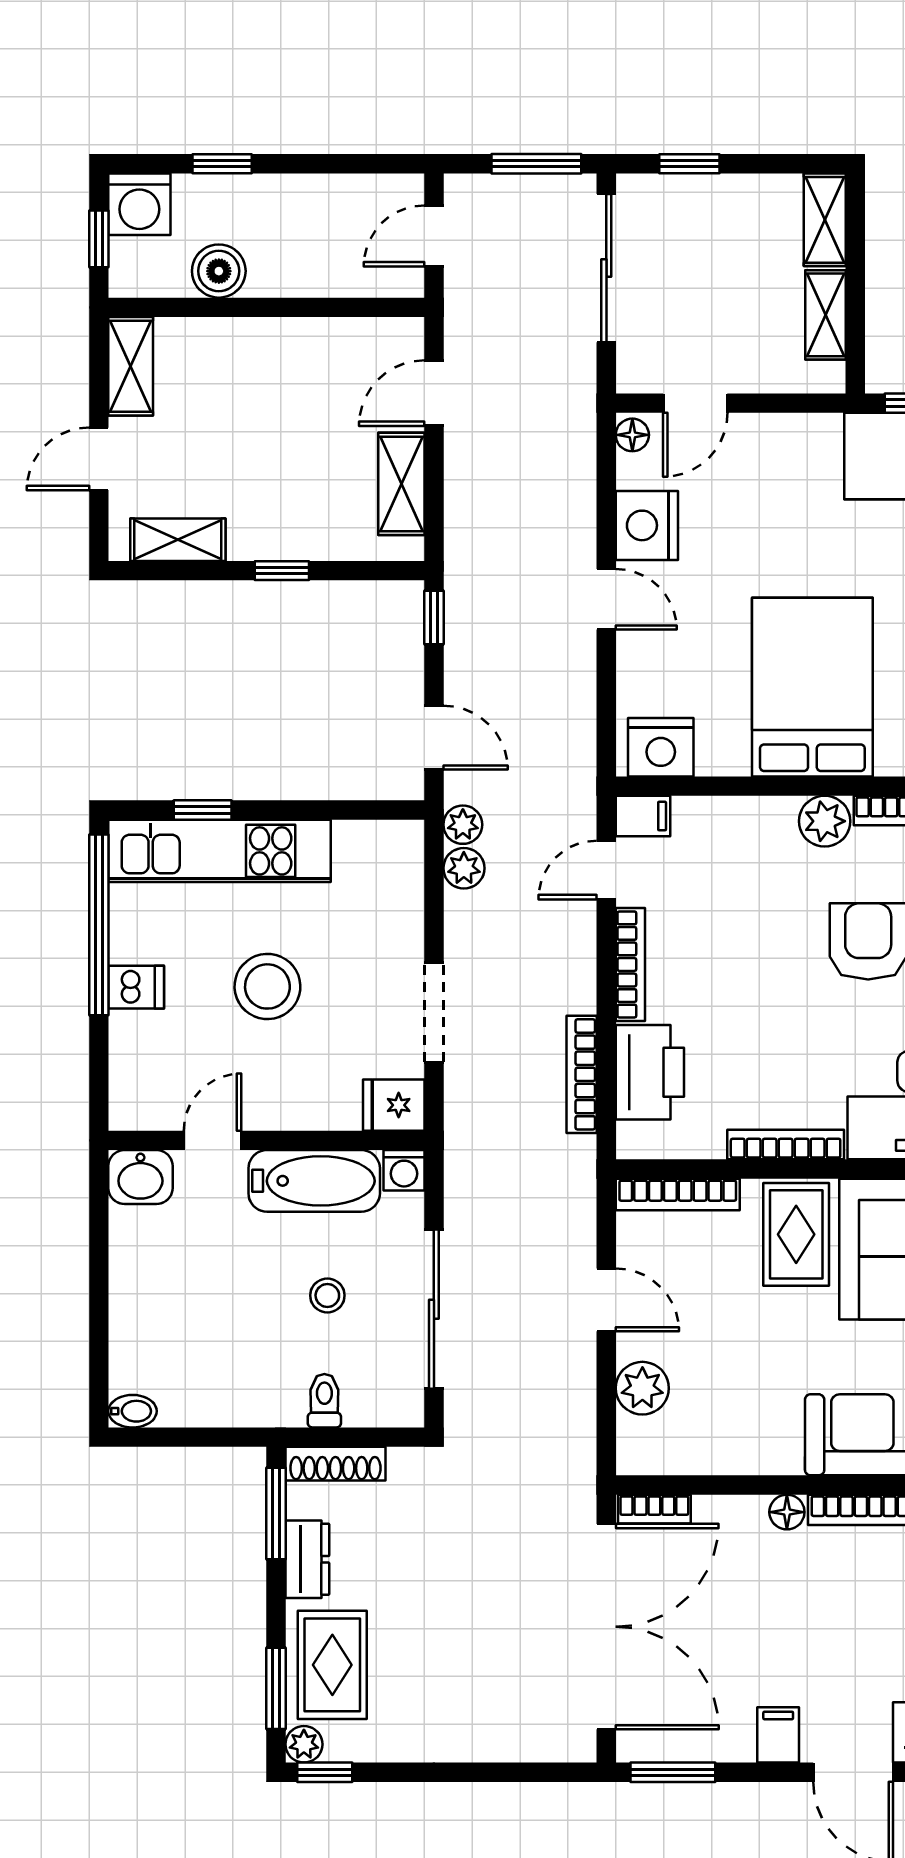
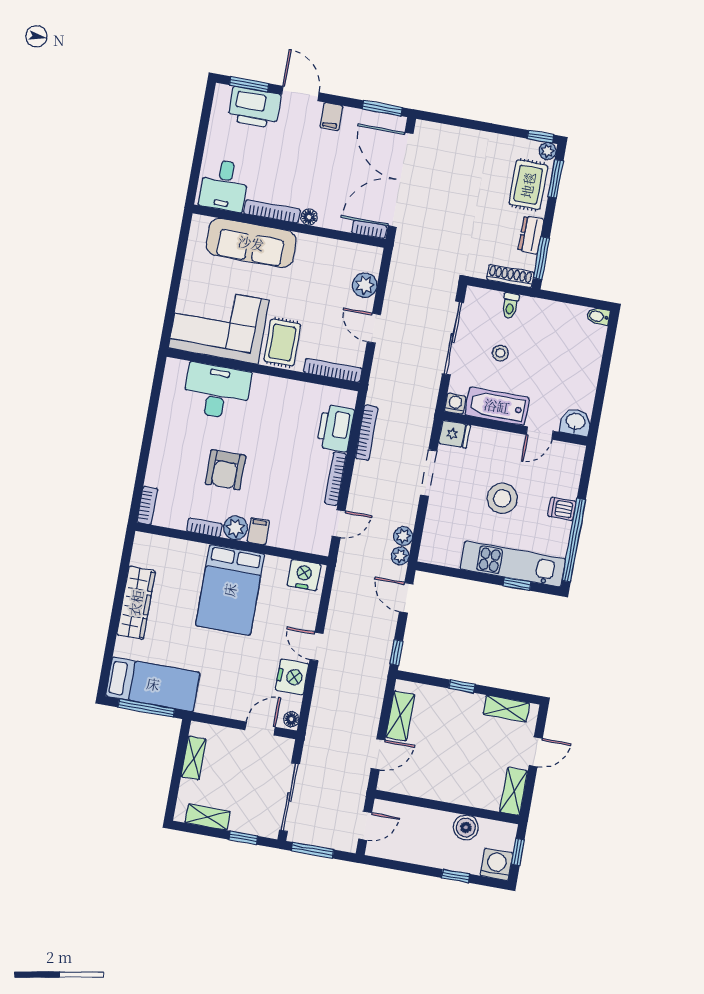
shelving: (825, 220) -> (208, 817), moved, turned 90
filing cabinet: (643, 816) -> (258, 531), moved, turned 90
bookcase: (786, 1145) -> (280, 384), removed

